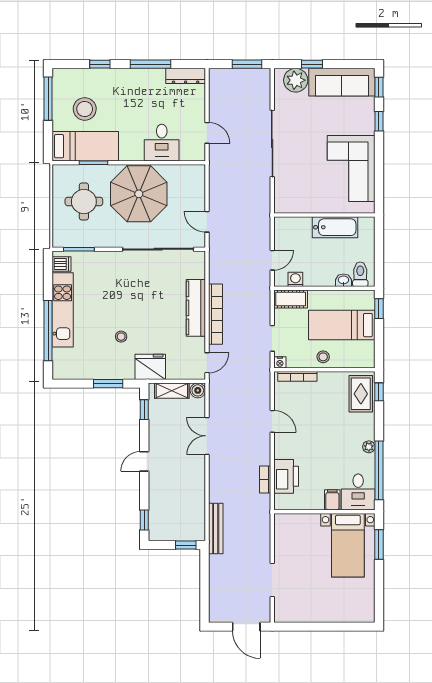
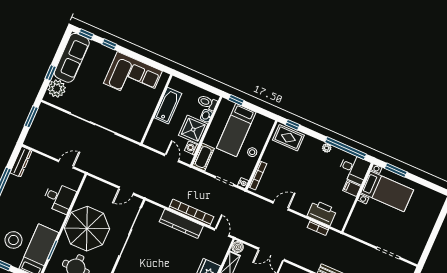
shower: (319, 272) -> (193, 130), added

